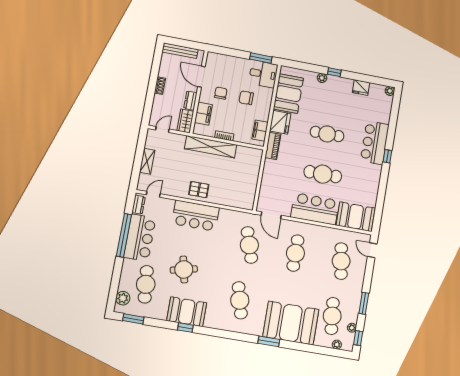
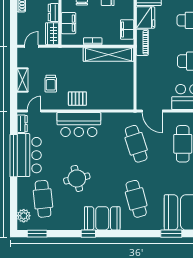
shelving: (211, 147) -> (109, 54), moved
trolley: (175, 170) -> (51, 84), added
booth: (187, 312) -> (102, 218), moved

